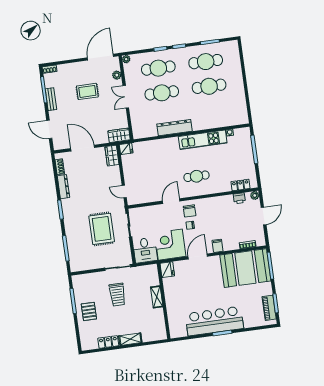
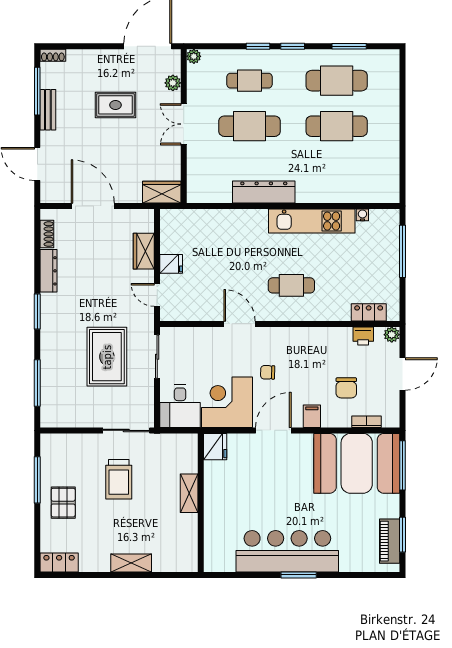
cafe table: (158, 68) -> (250, 81), width x0.73, depth x0.74
fridge: (126, 149) -> (171, 264), moved
wardrobe: (112, 156) -> (144, 251), moved
door: (171, 201) -> (240, 324), hinge flipped
chair: (190, 211) -> (346, 388), moved
locker: (108, 342) -> (59, 563), moved

